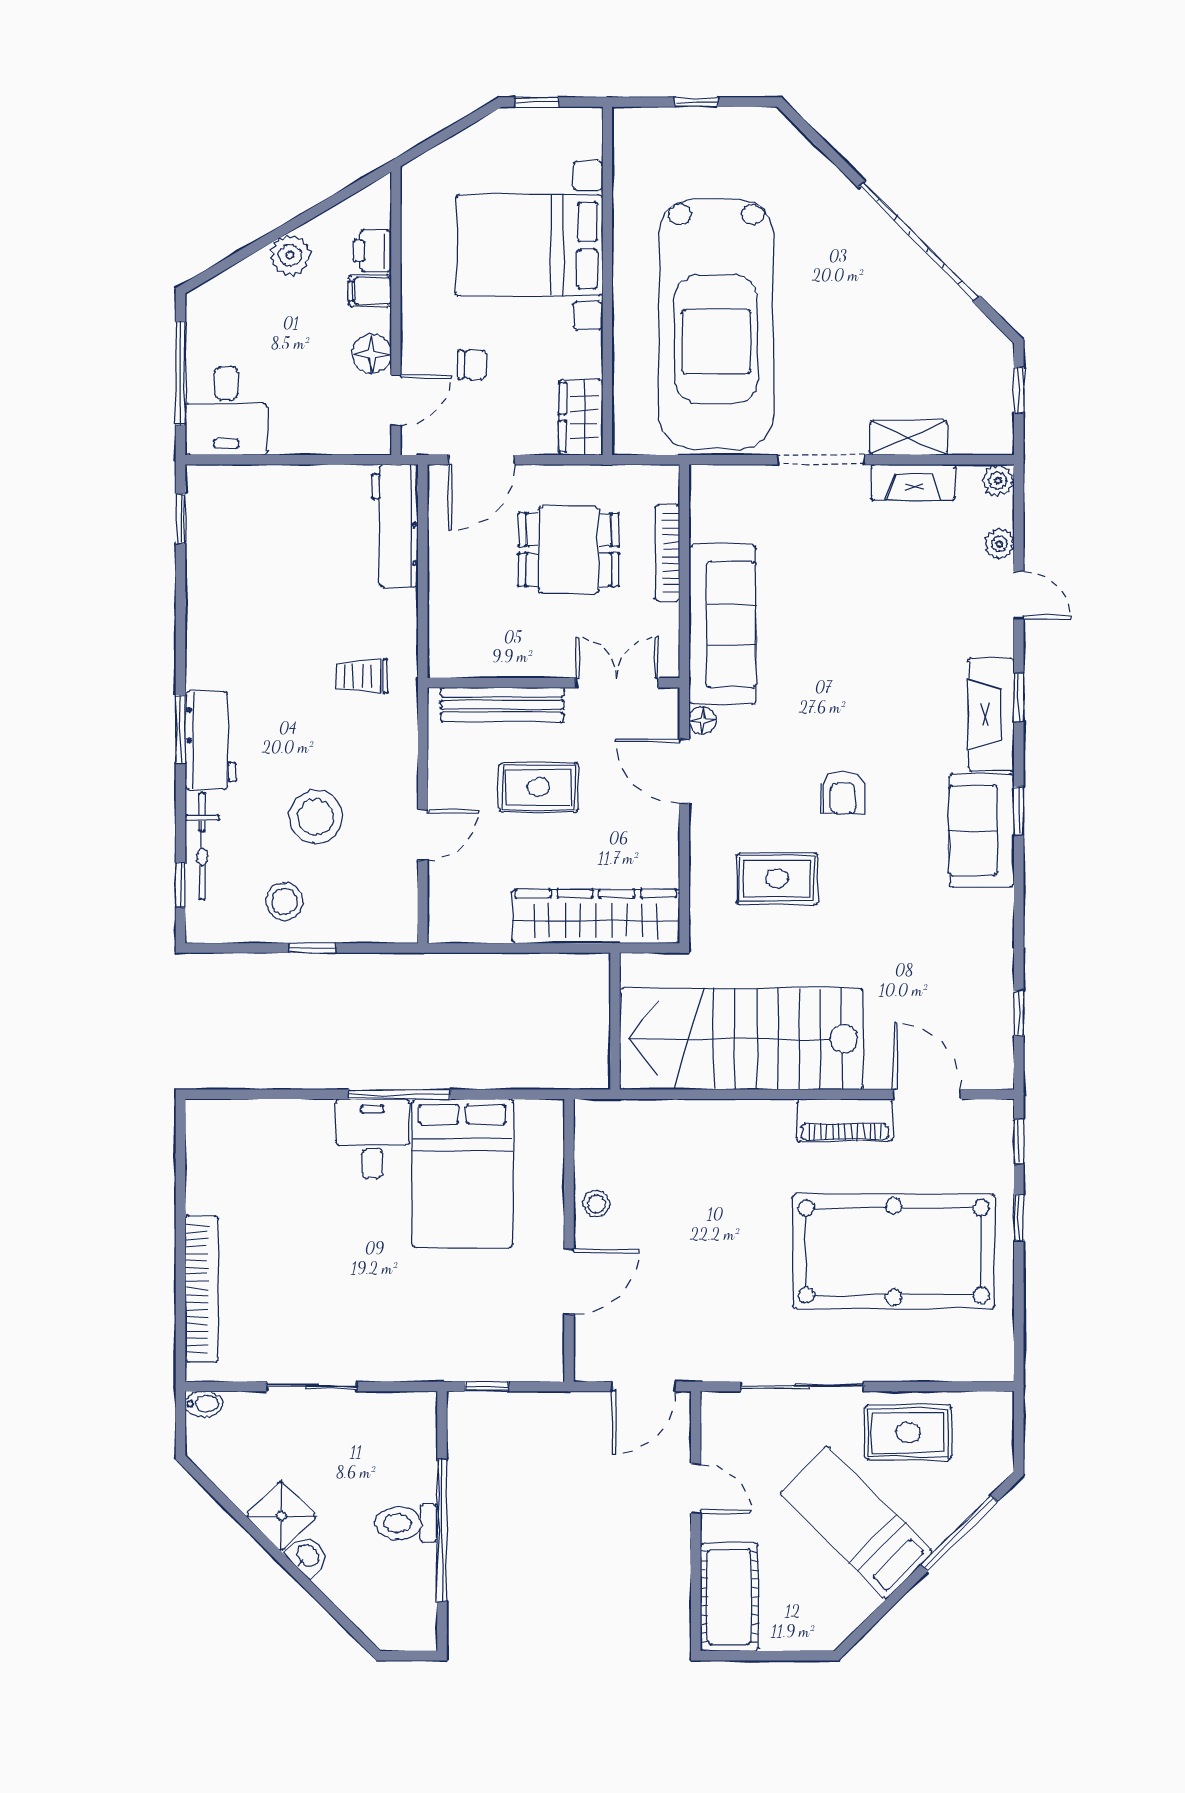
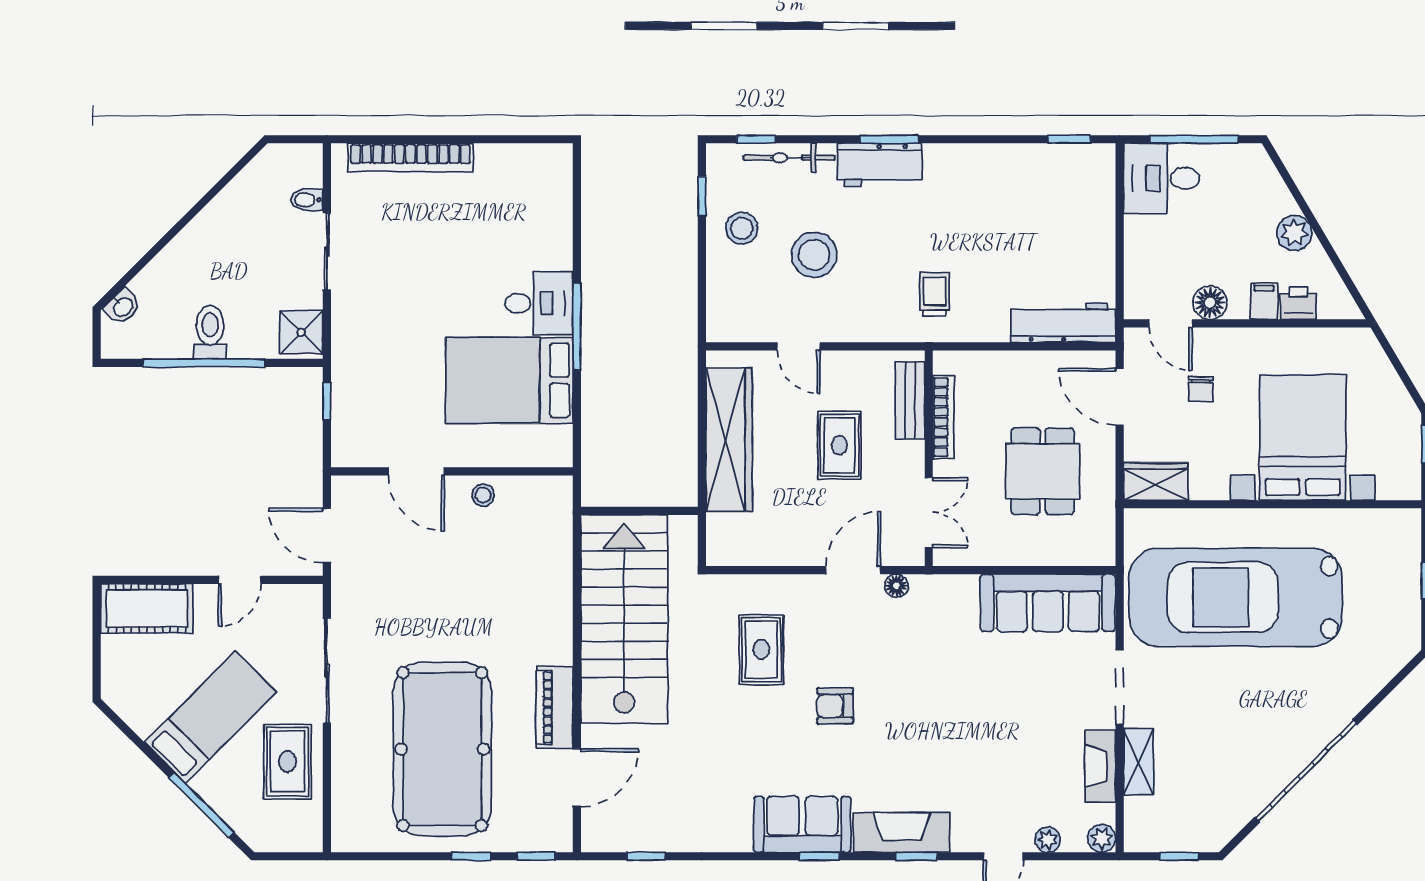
bookcase: (667, 553) -> (943, 417), moved, turned 90
sofa: (723, 625) -> (1048, 603), moved
bench: (502, 705) -> (910, 400), width x0.73
wardrobe: (596, 916) -> (729, 440), moved
window: (312, 948) -> (702, 196), moved
bidet: (204, 1404) -> (307, 200), moved, turned 90
shower: (281, 1516) -> (301, 332), moved, turned 45
washbasin: (307, 1556) -> (123, 307), moved

